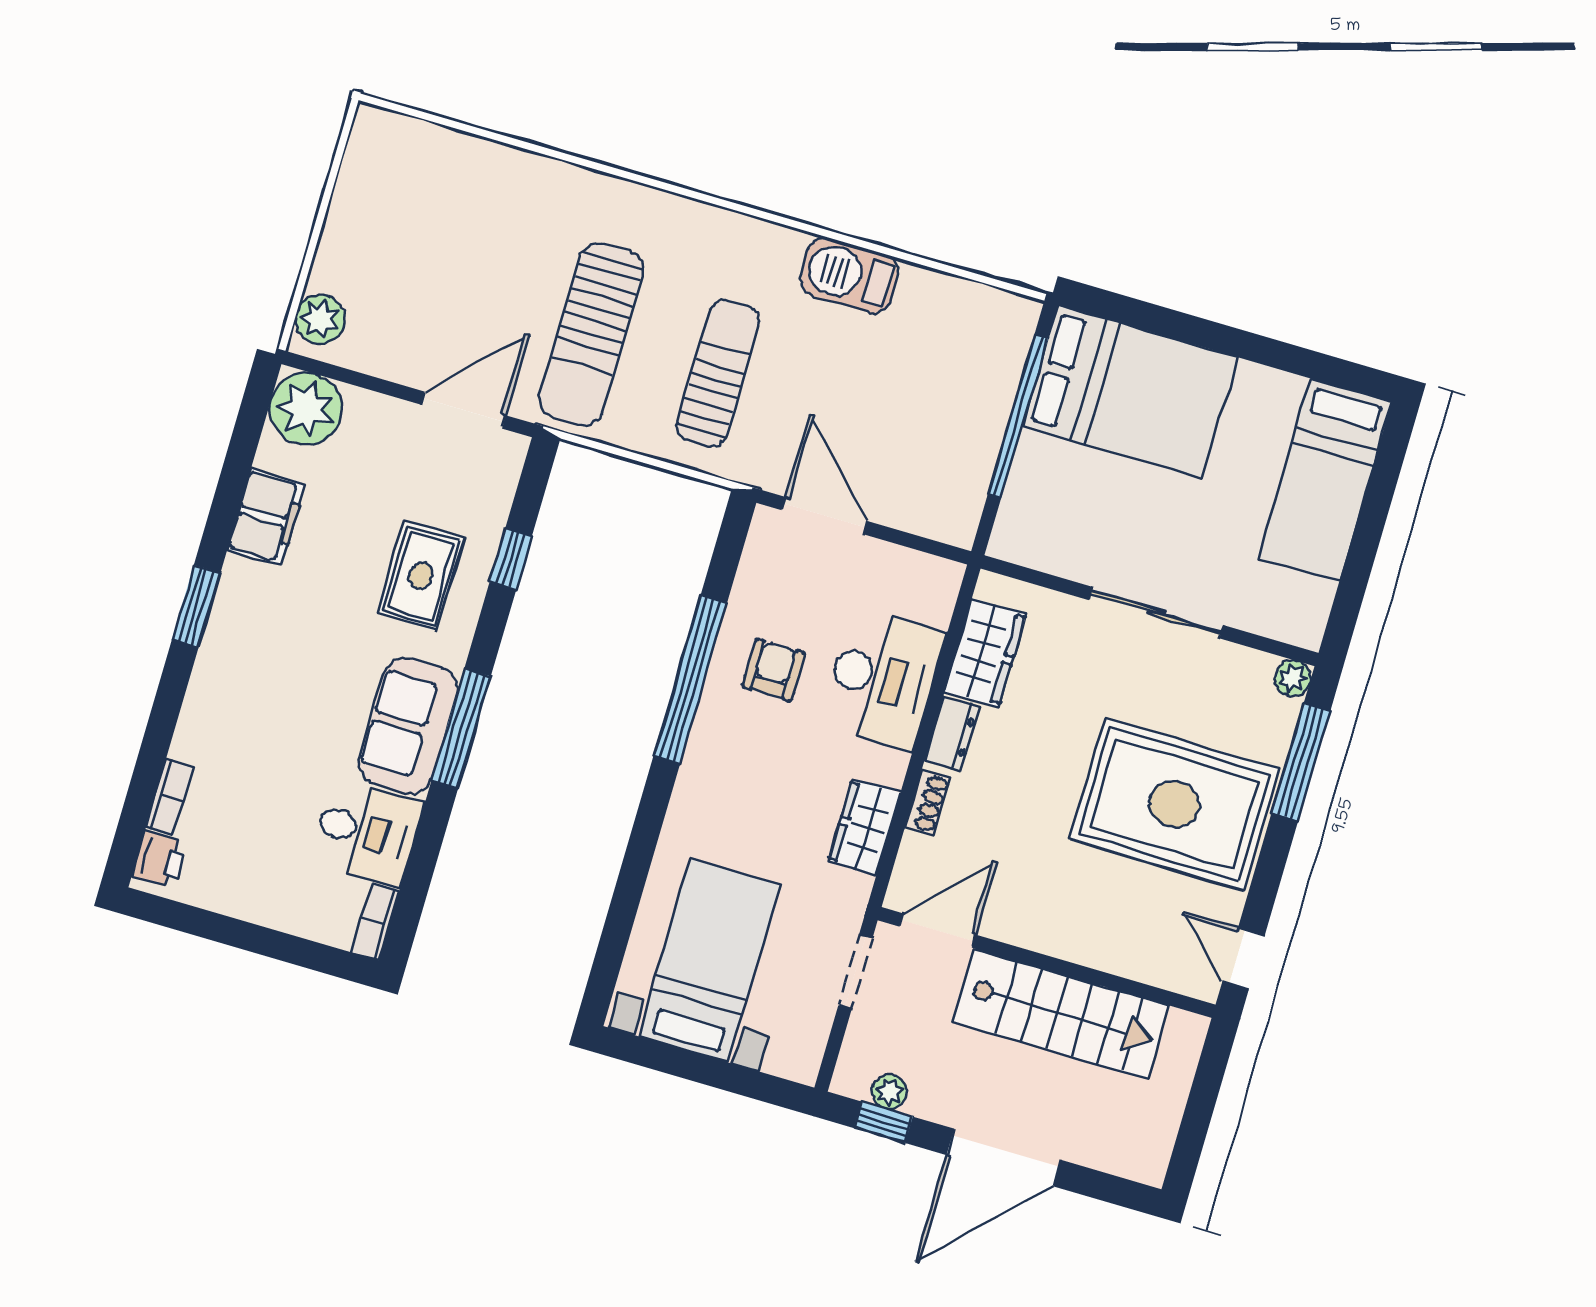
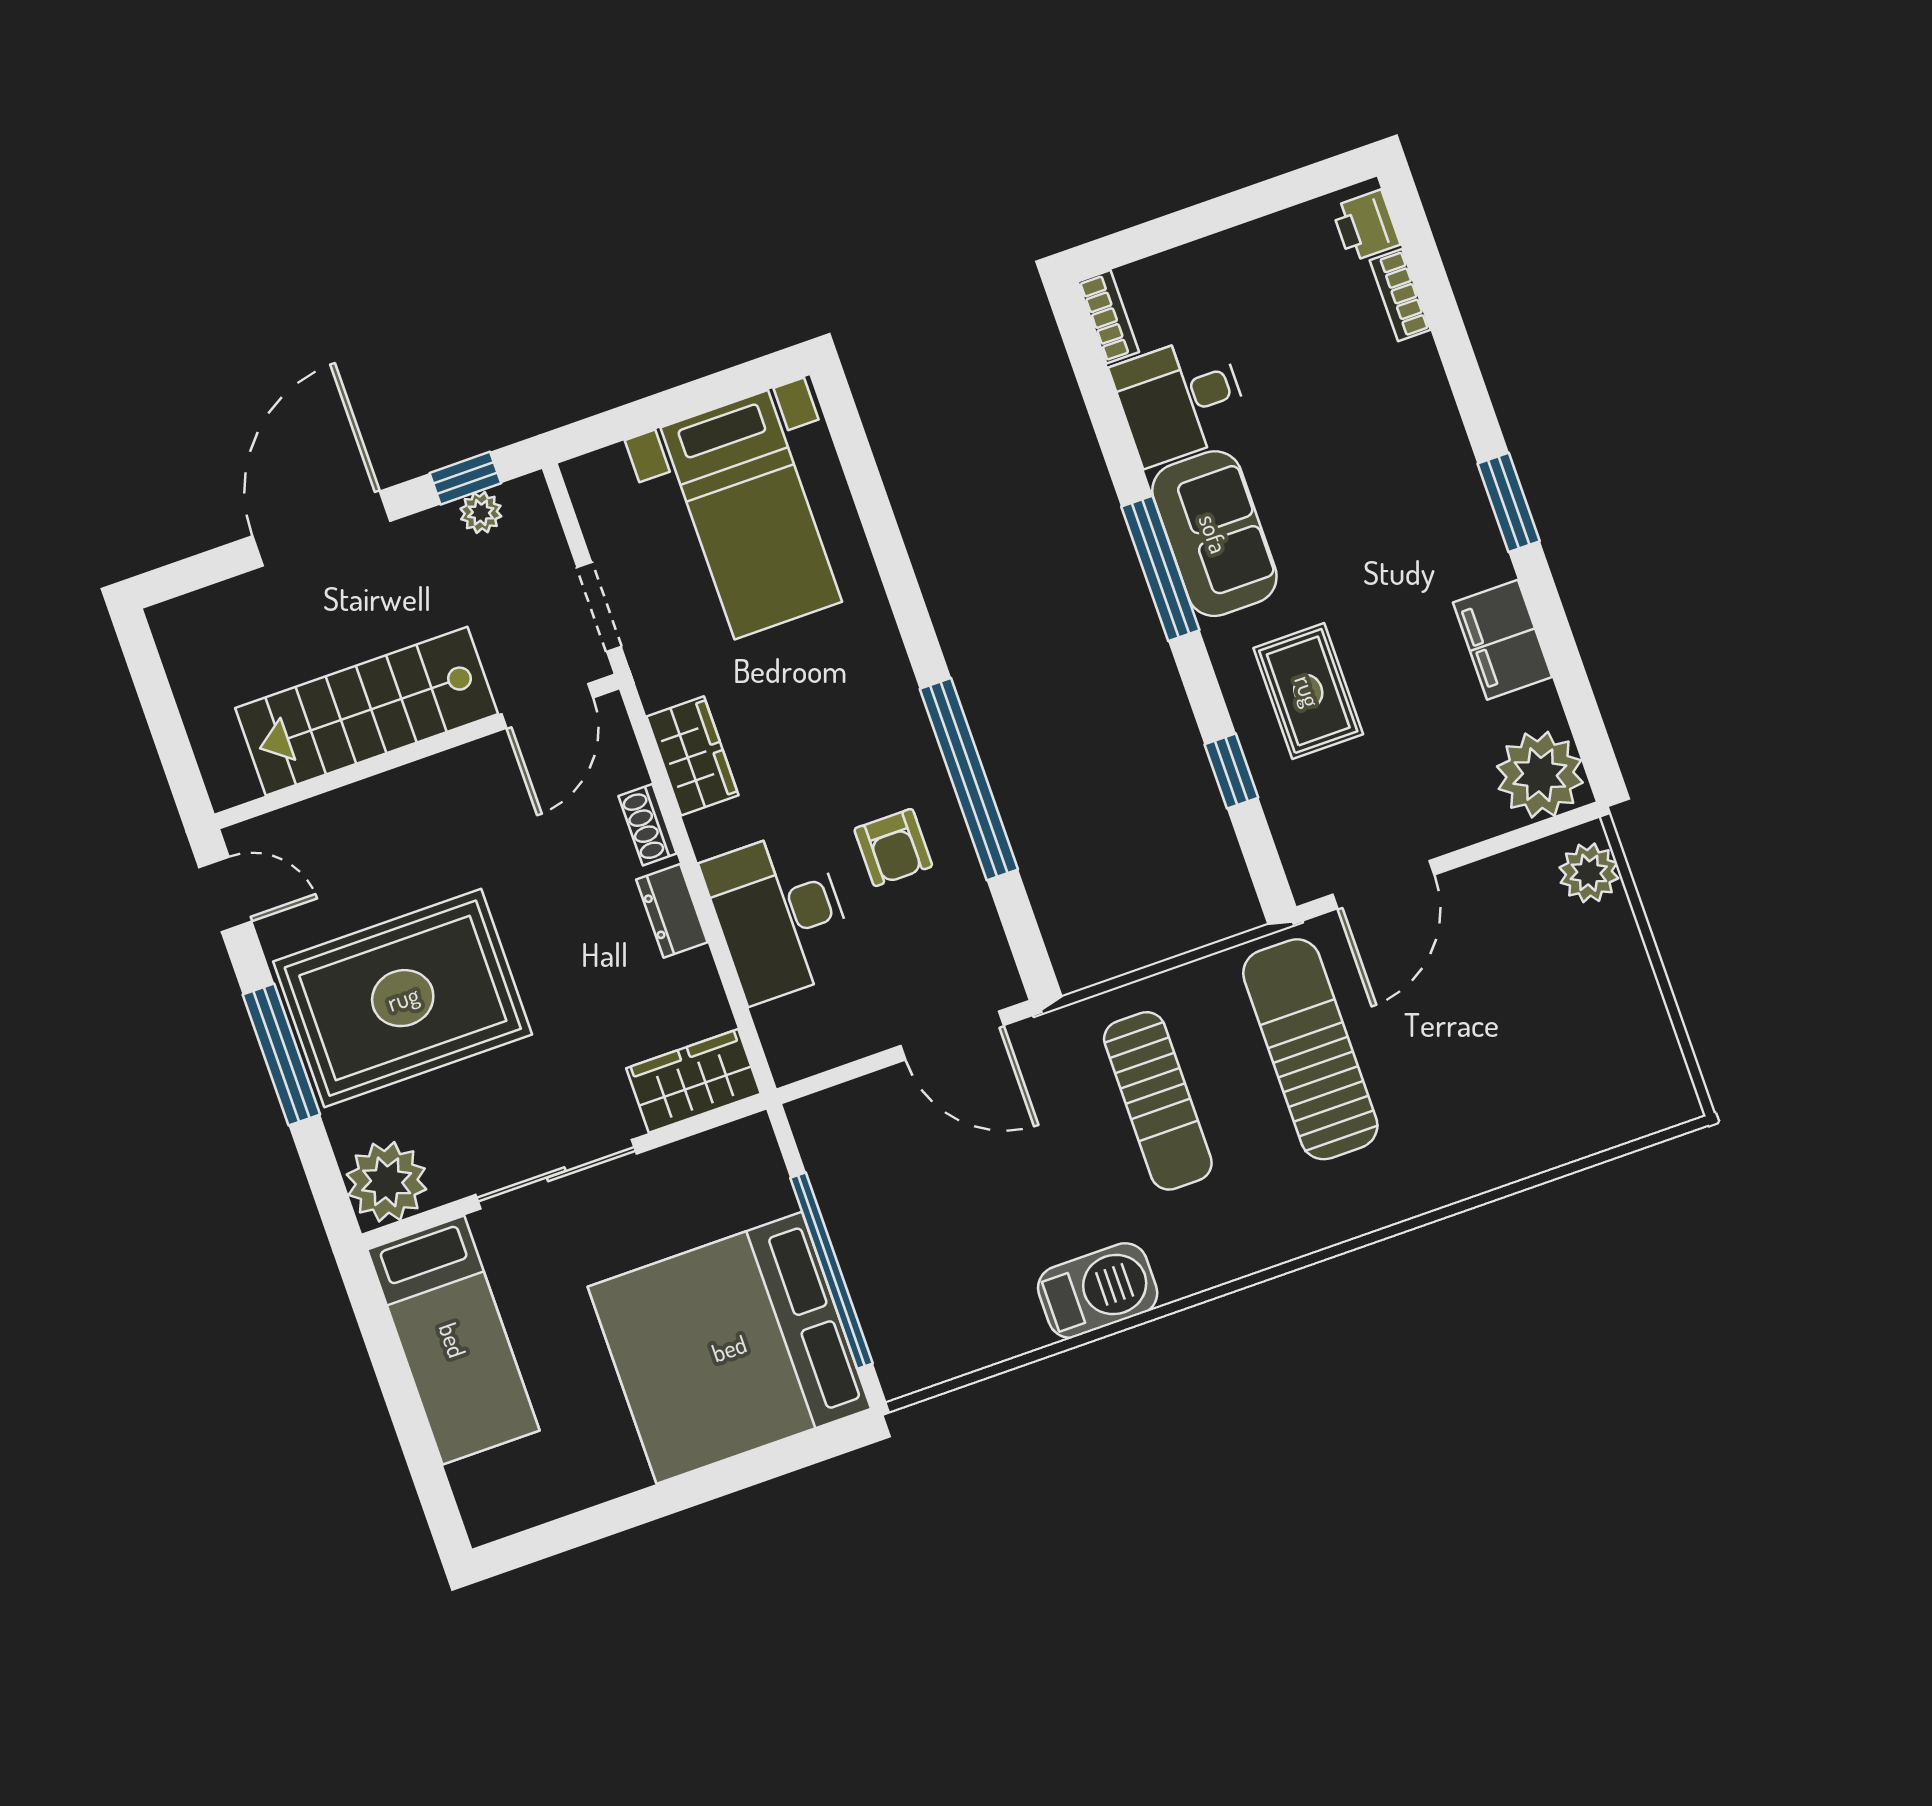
bed: (1130, 391) -> (729, 1348), width x1.36
bed: (1325, 481) -> (453, 1340), moved, turned 180
wardrobe: (985, 653) -> (693, 1081), moved, turned 90
plant: (1293, 678) -> (387, 1182), width x1.87, depth x1.87
window: (1301, 762) -> (281, 1055), moved

